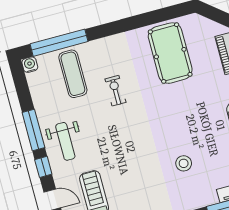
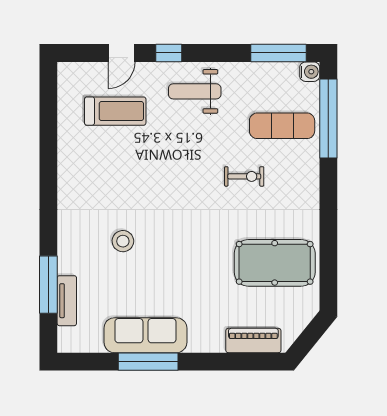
window: (33, 130) -> (278, 53), moved

